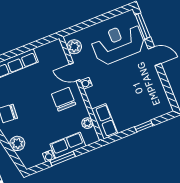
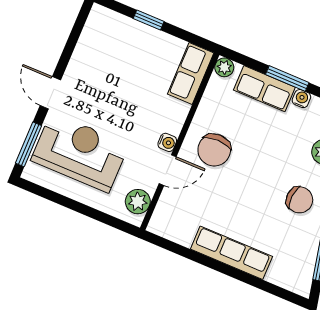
reception desk: (118, 43) -> (80, 152), turned 180
door: (75, 72) -> (168, 170), hinge flipped
plant: (87, 123) -> (224, 67), moved

